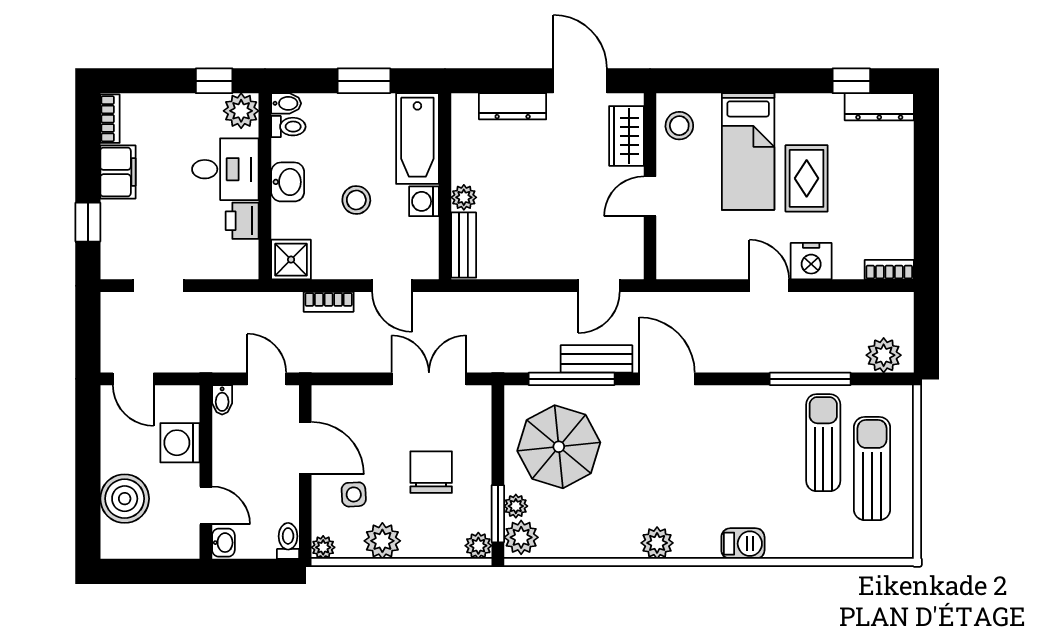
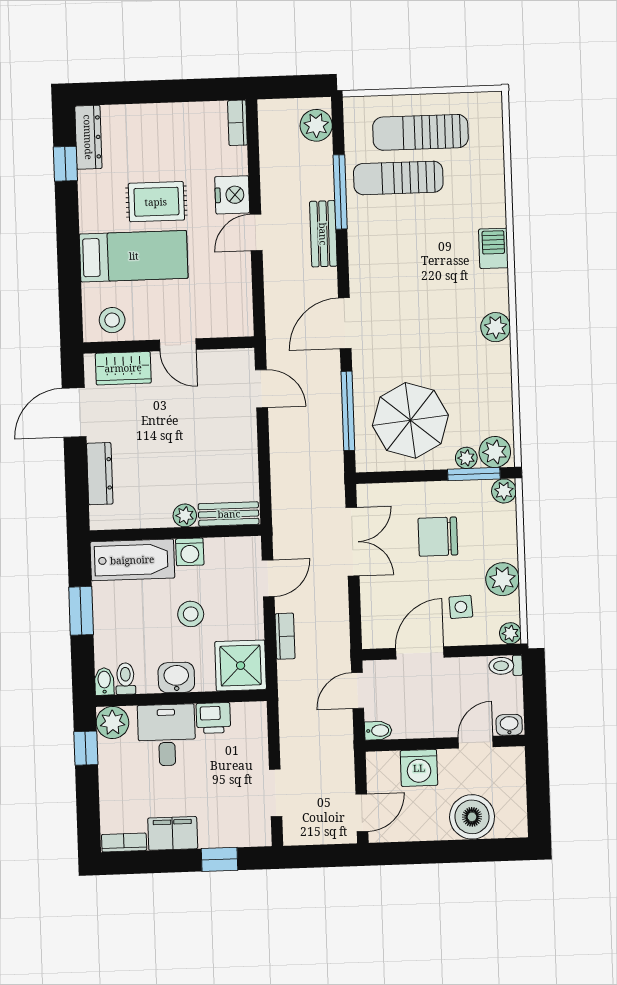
shower: (291, 260) -> (241, 666), width x1.36, depth x1.36
bench: (596, 359) -> (323, 234), moved
double door: (429, 379) -> (352, 542), swing flipped

